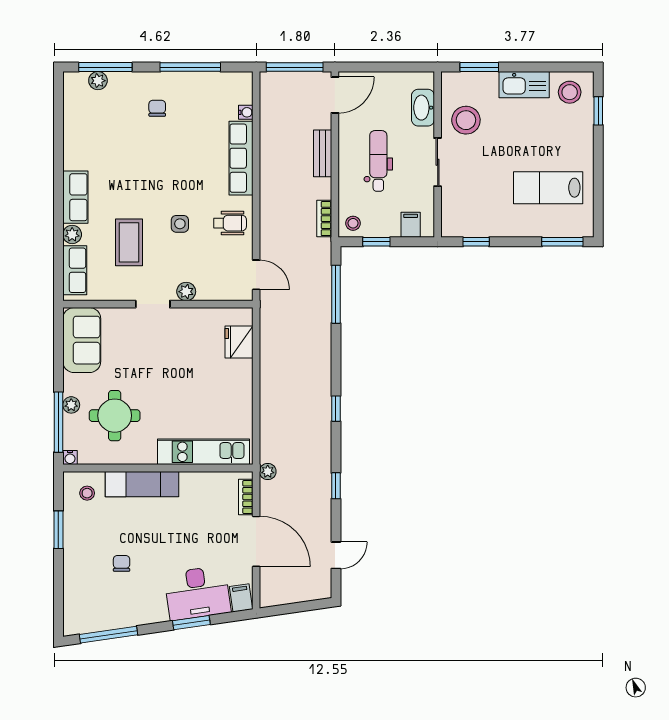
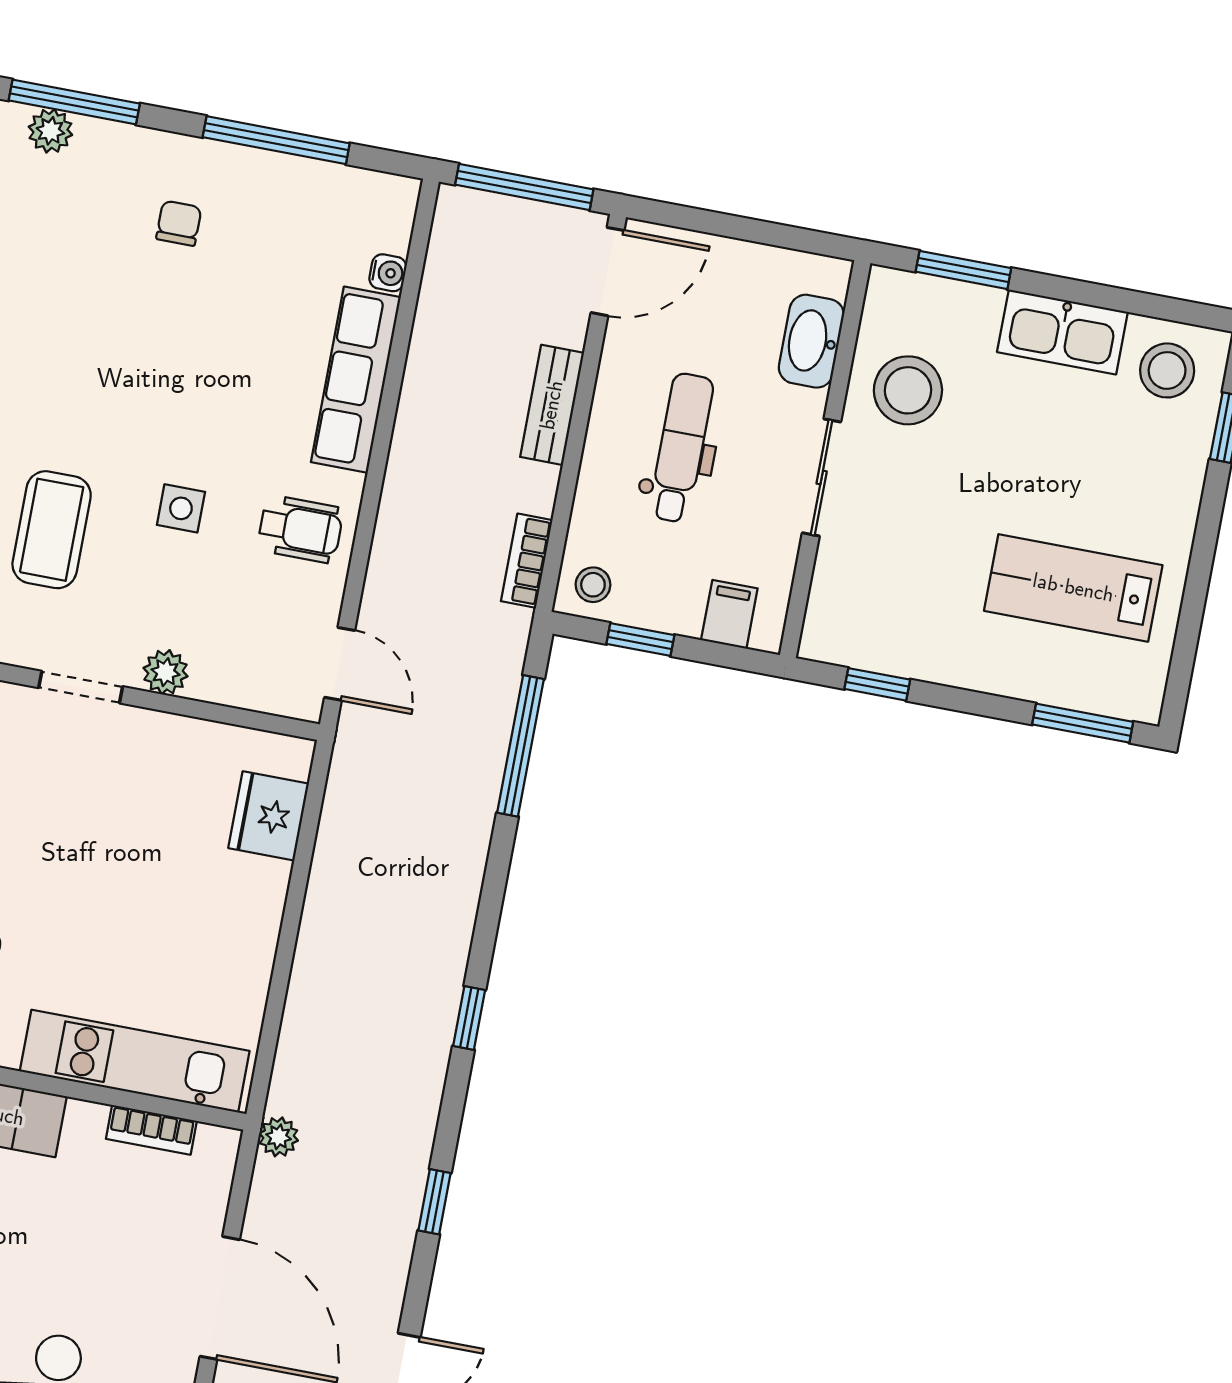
bookcase: (246, 497) -> (151, 1130), moved, turned -90

